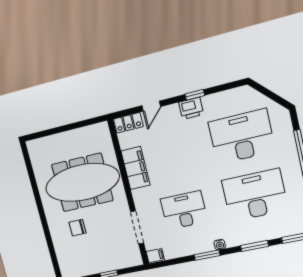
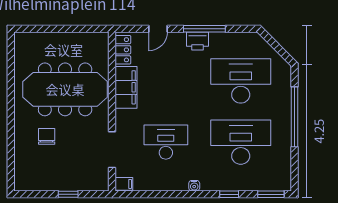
window: (195, 95) -> (204, 29), width x2.17
locker: (128, 123) -> (123, 50), moved, turned -90
chair: (77, 228) -> (47, 136), turned 90
window: (255, 246) -> (229, 194), width x0.67
window: (207, 255) -> (179, 194), removed

